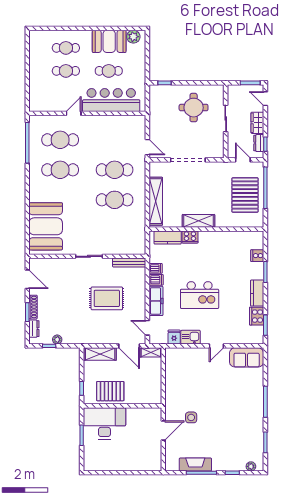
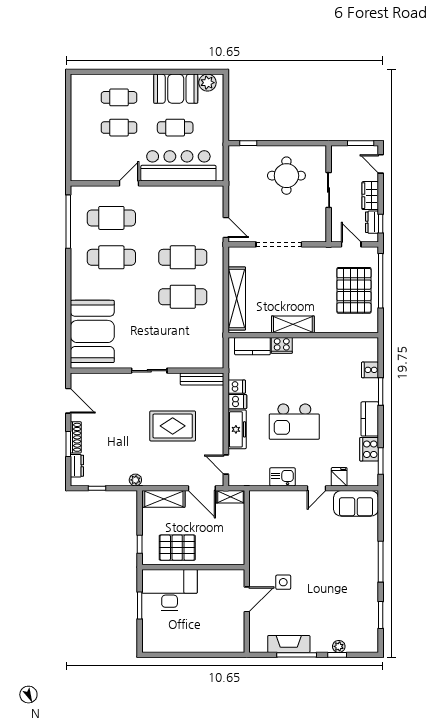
fridge: (174, 337) -> (339, 477), moved
plant: (57, 340) -> (135, 480), moved
plant: (251, 466) -> (339, 646), moved

